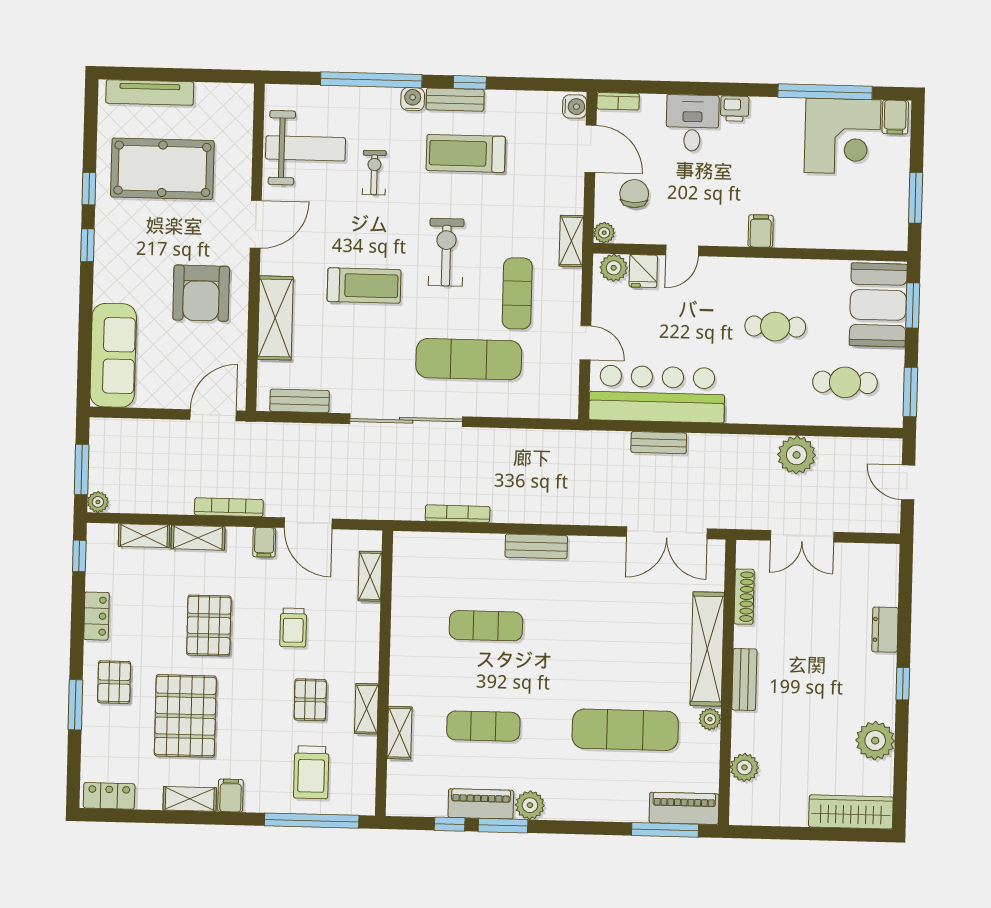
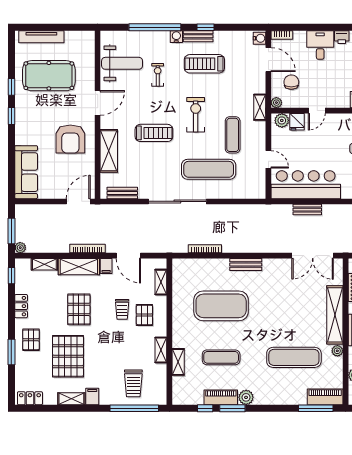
shelving: (198, 538) -> (79, 267), width x1.50, depth x1.33
exercise mat: (486, 626) -> (221, 306), width x2.00, depth x1.45
pallet: (310, 700) -> (144, 315), moved

